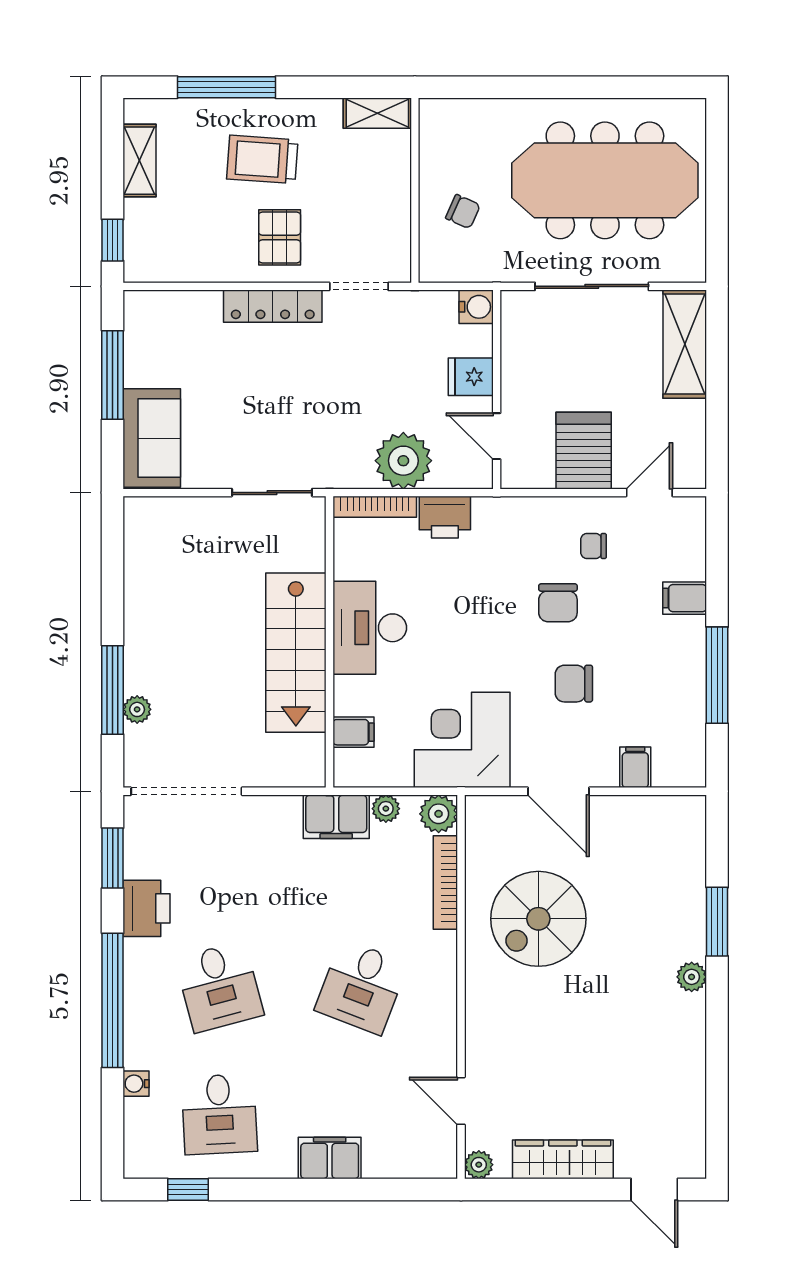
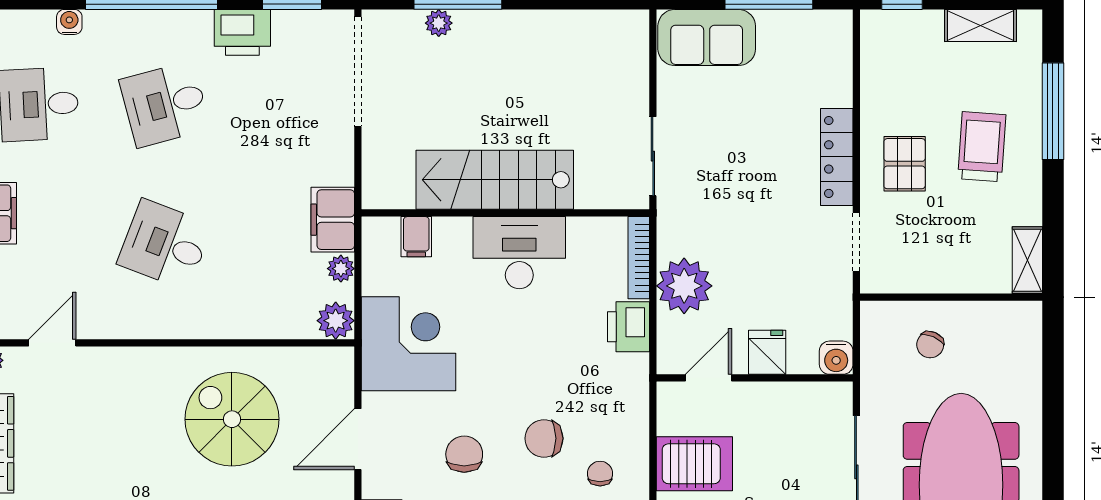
pallet: (280, 237) -> (905, 164), turned 90
bookcase: (445, 882) -> (268, 327), removed

